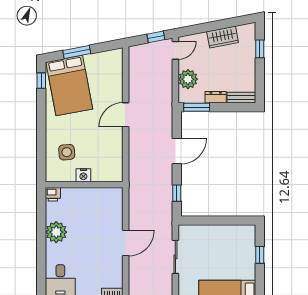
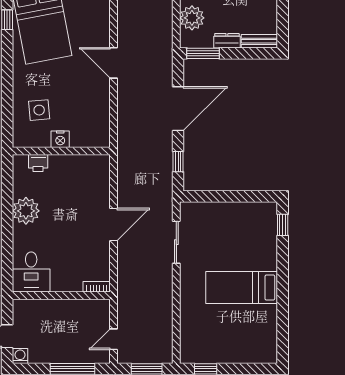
door: (126, 115) -> (114, 63), hinge flipped
door: (177, 151) -> (178, 109), width x1.36
printer: (53, 194) -> (38, 163), moved
window: (260, 255) -> (283, 225), moved

